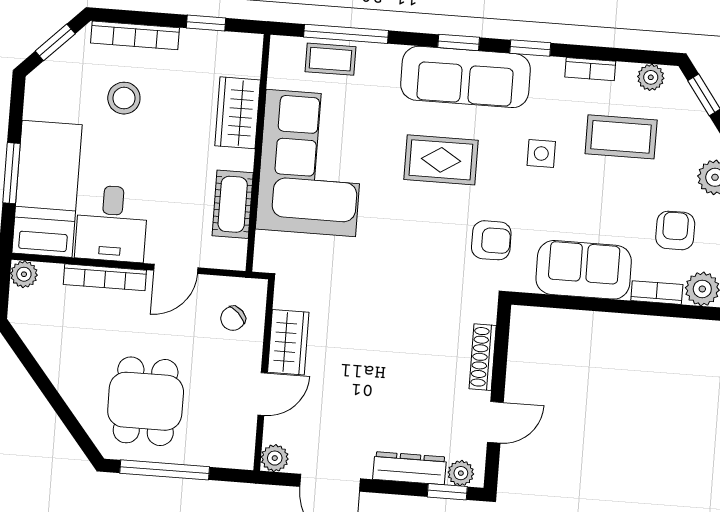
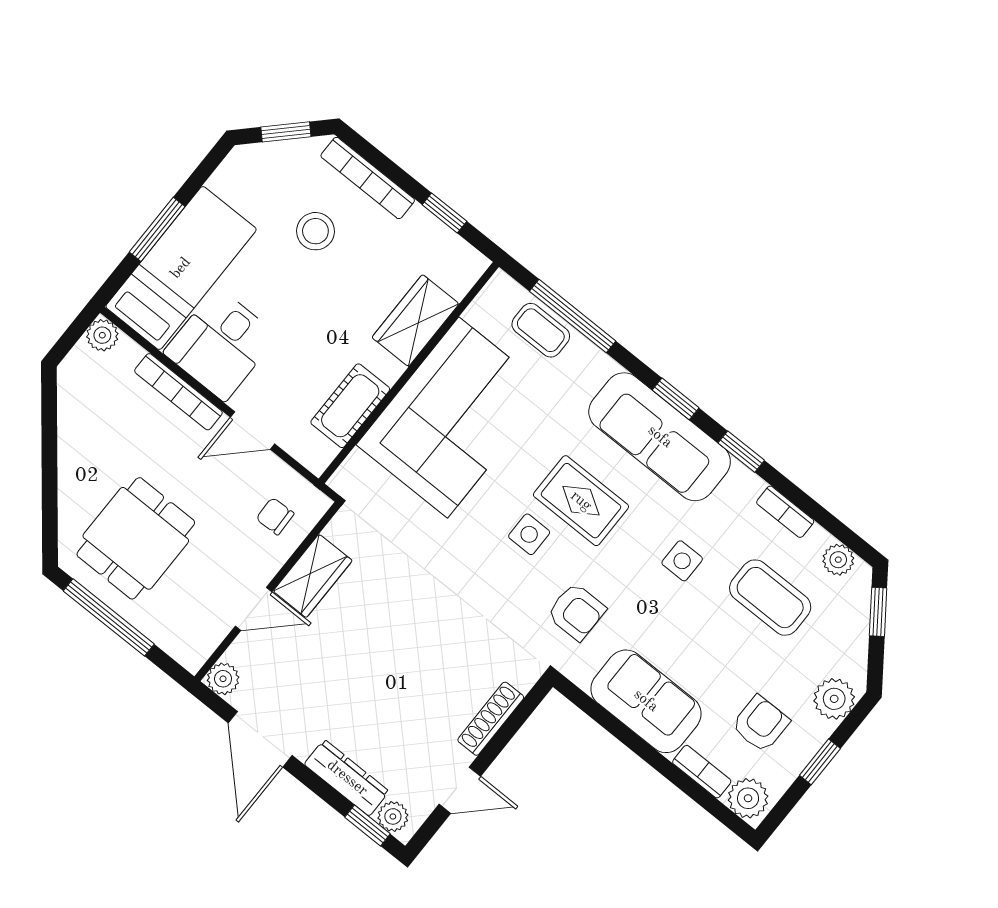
side table: (421, 209) -> (529, 534), added
chair: (233, 318) -> (275, 516), turned 43

